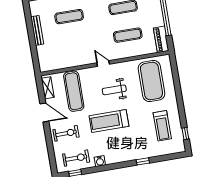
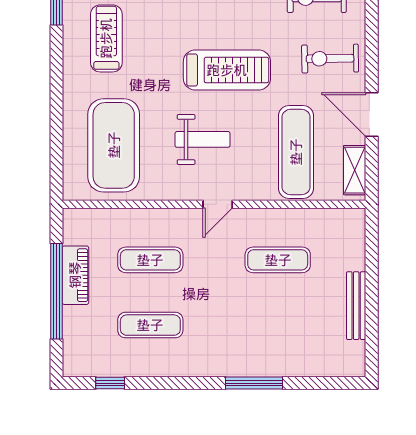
exercise mat: (69, 17) -> (278, 260), moved
piano: (161, 39) -> (75, 275), moved
door: (103, 63) -> (218, 204), hinge flipped

